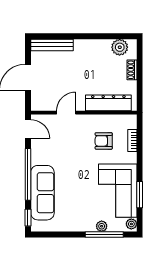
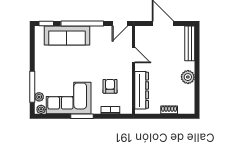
plant: (120, 47) -> (188, 77), moved
window: (140, 195) -> (82, 116), moved
plant: (102, 226) -> (39, 97), moved

